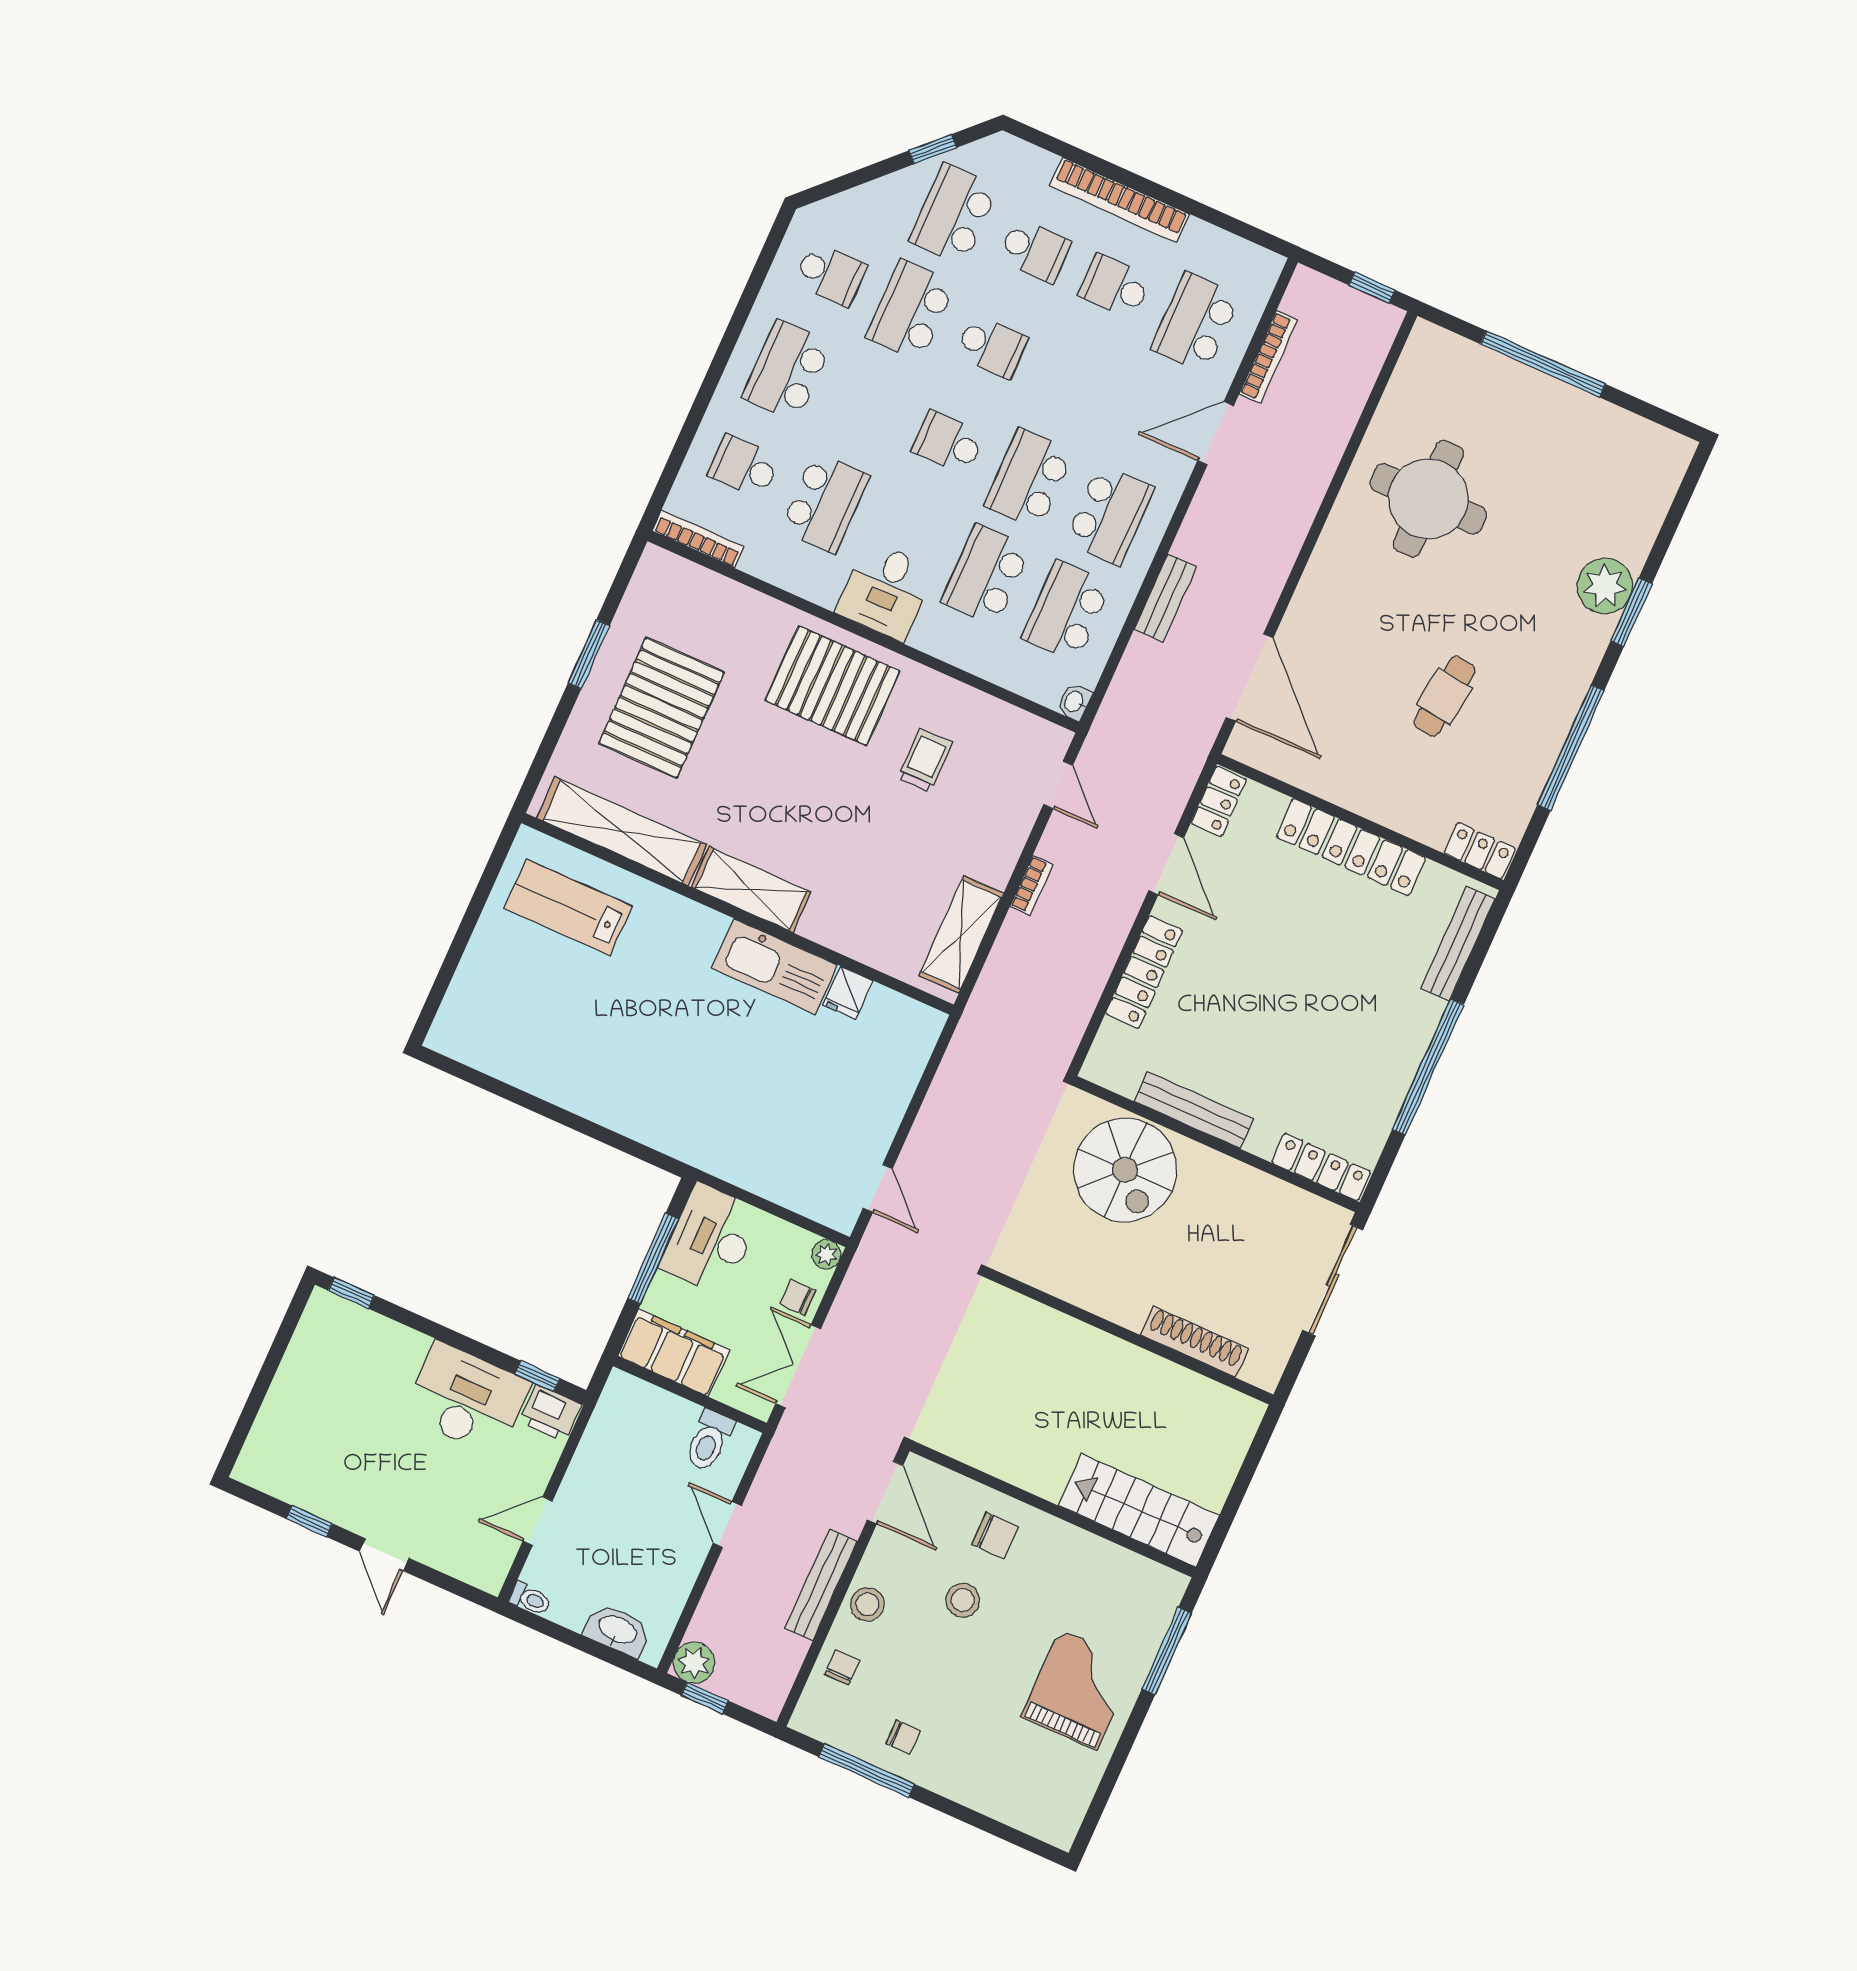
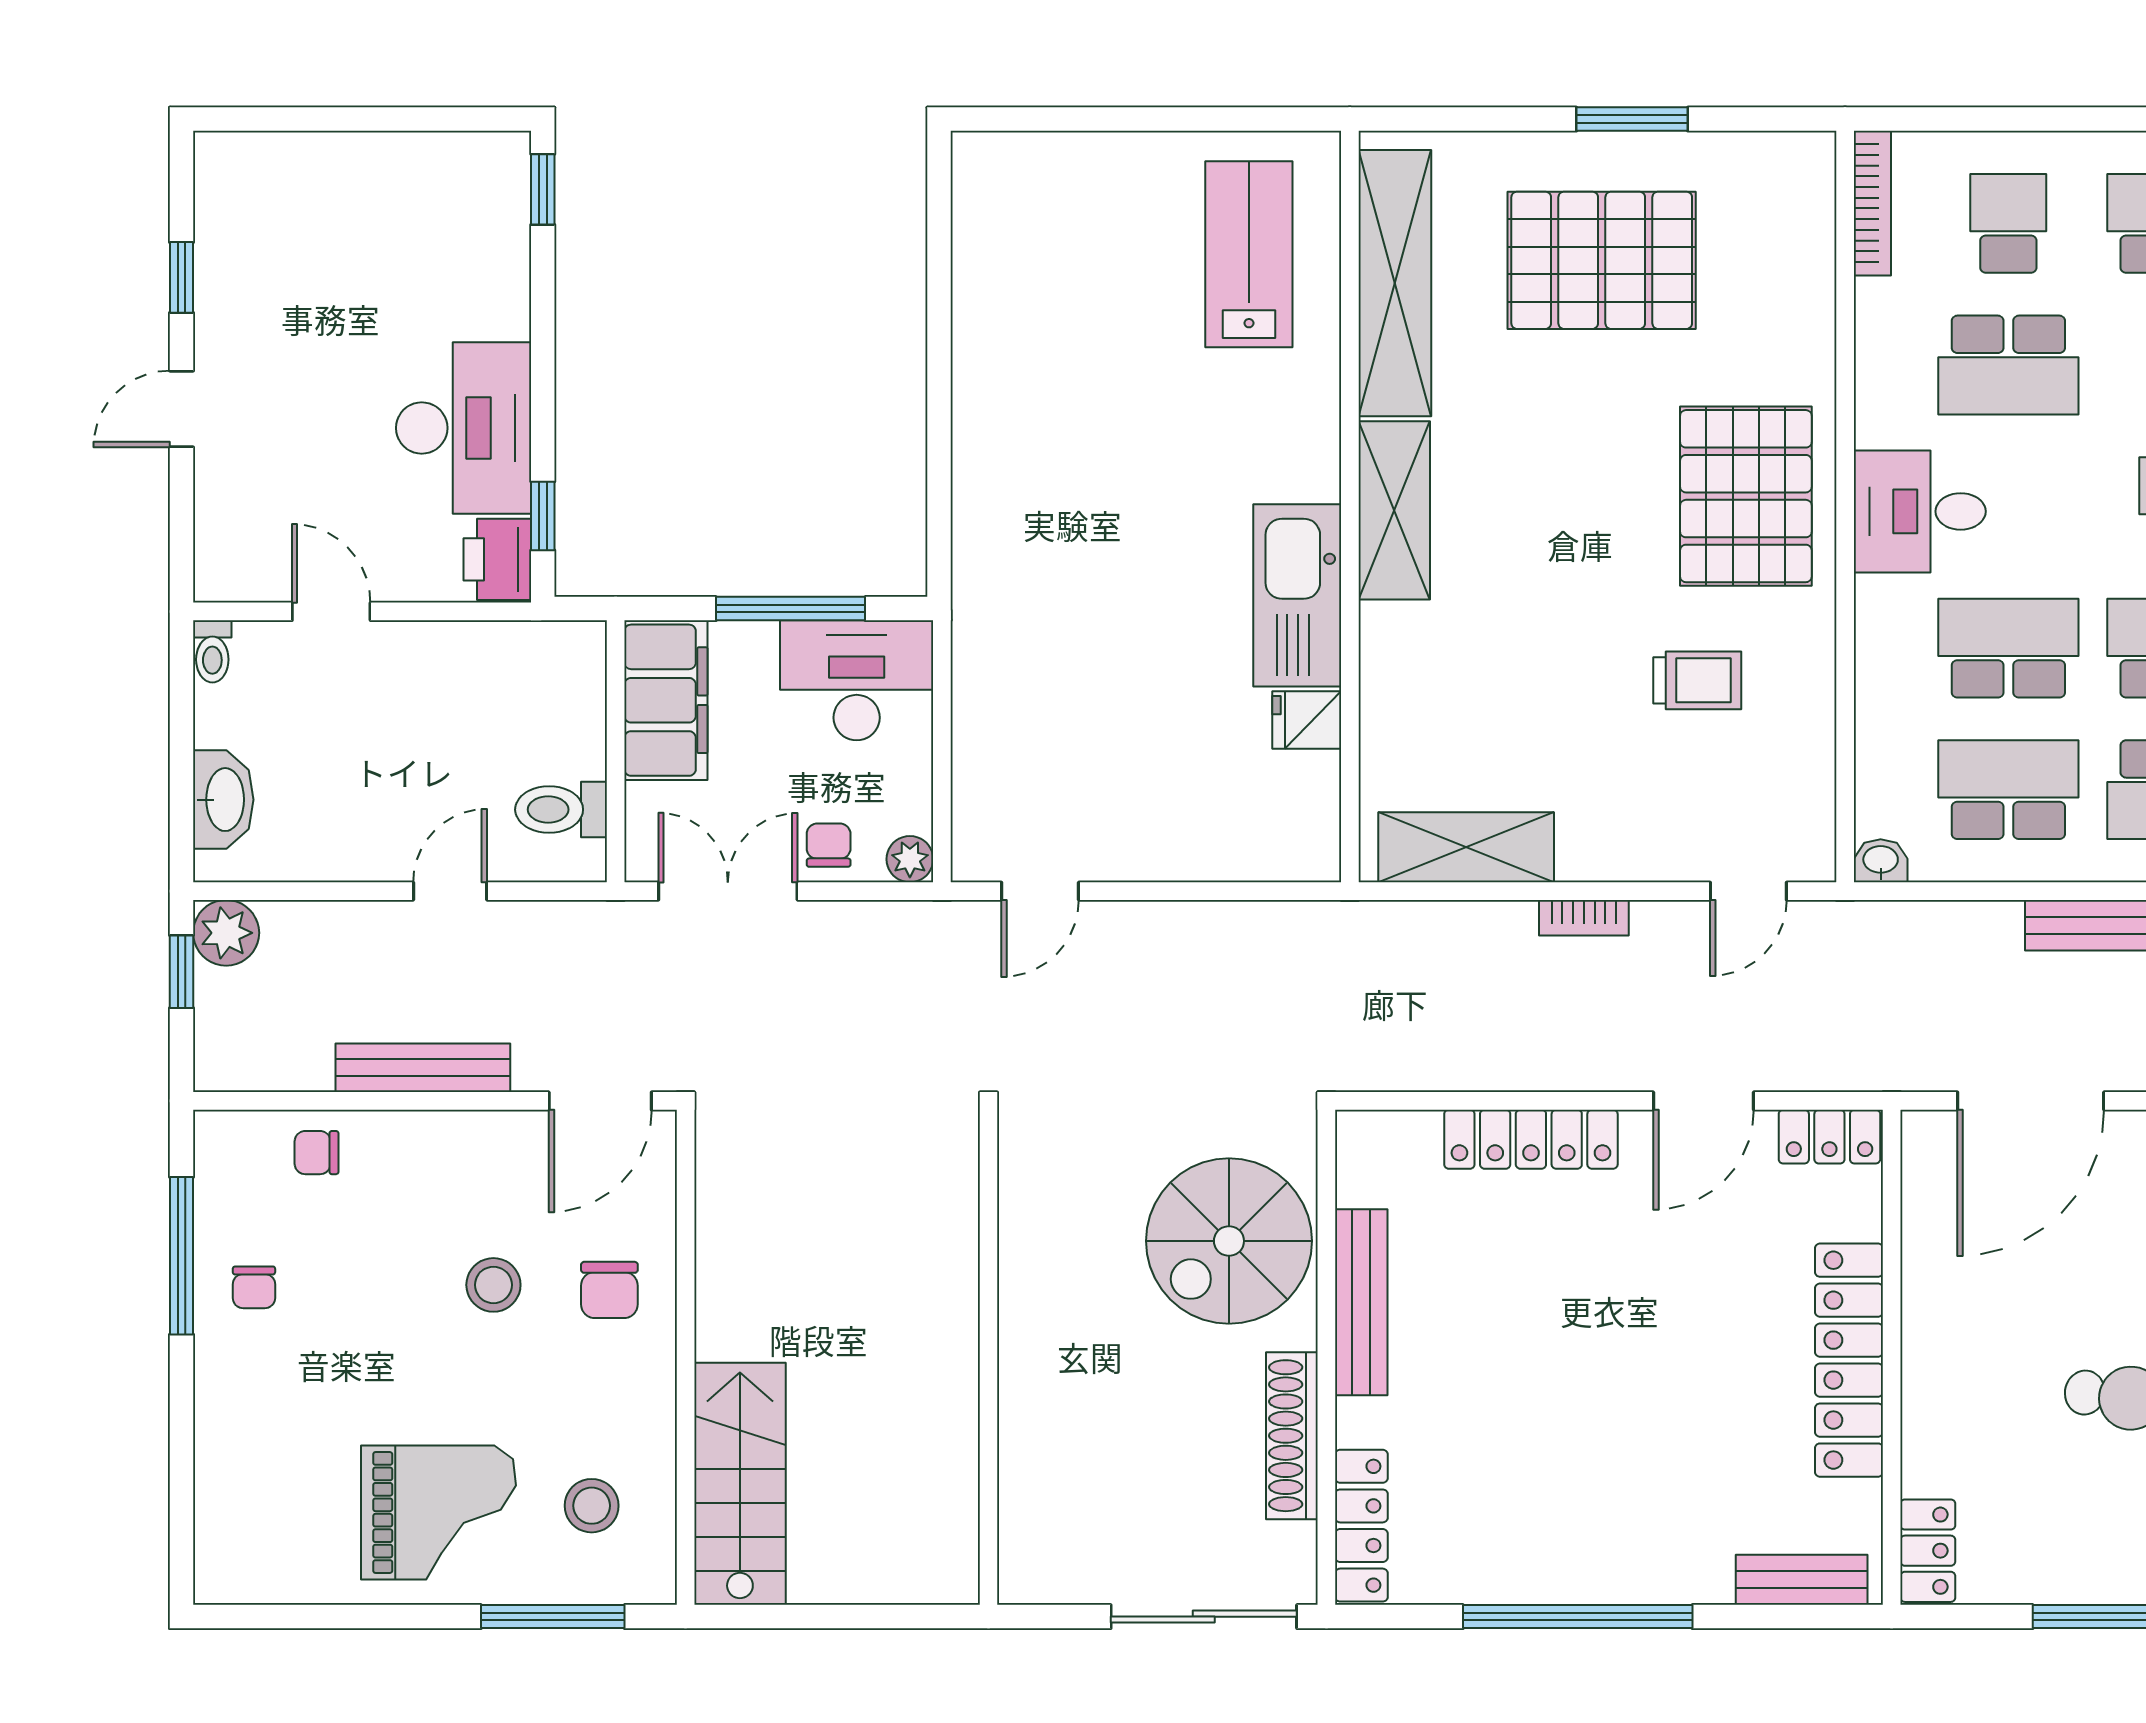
bench: (1458, 944) -> (1802, 1580), width x0.73
shoe rack: (1195, 1342) -> (1292, 1436), moved, turned 180
stool: (867, 1604) -> (592, 1506), moved
chair: (842, 1667) -> (317, 1153), turned 180

